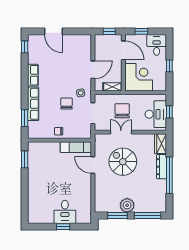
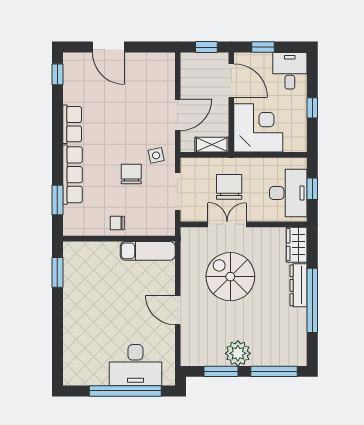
door: (93, 165) -> (178, 310), moved
desk: (65, 212) -> (135, 365), width x1.37
window: (63, 227) -> (125, 391), width x3.17

